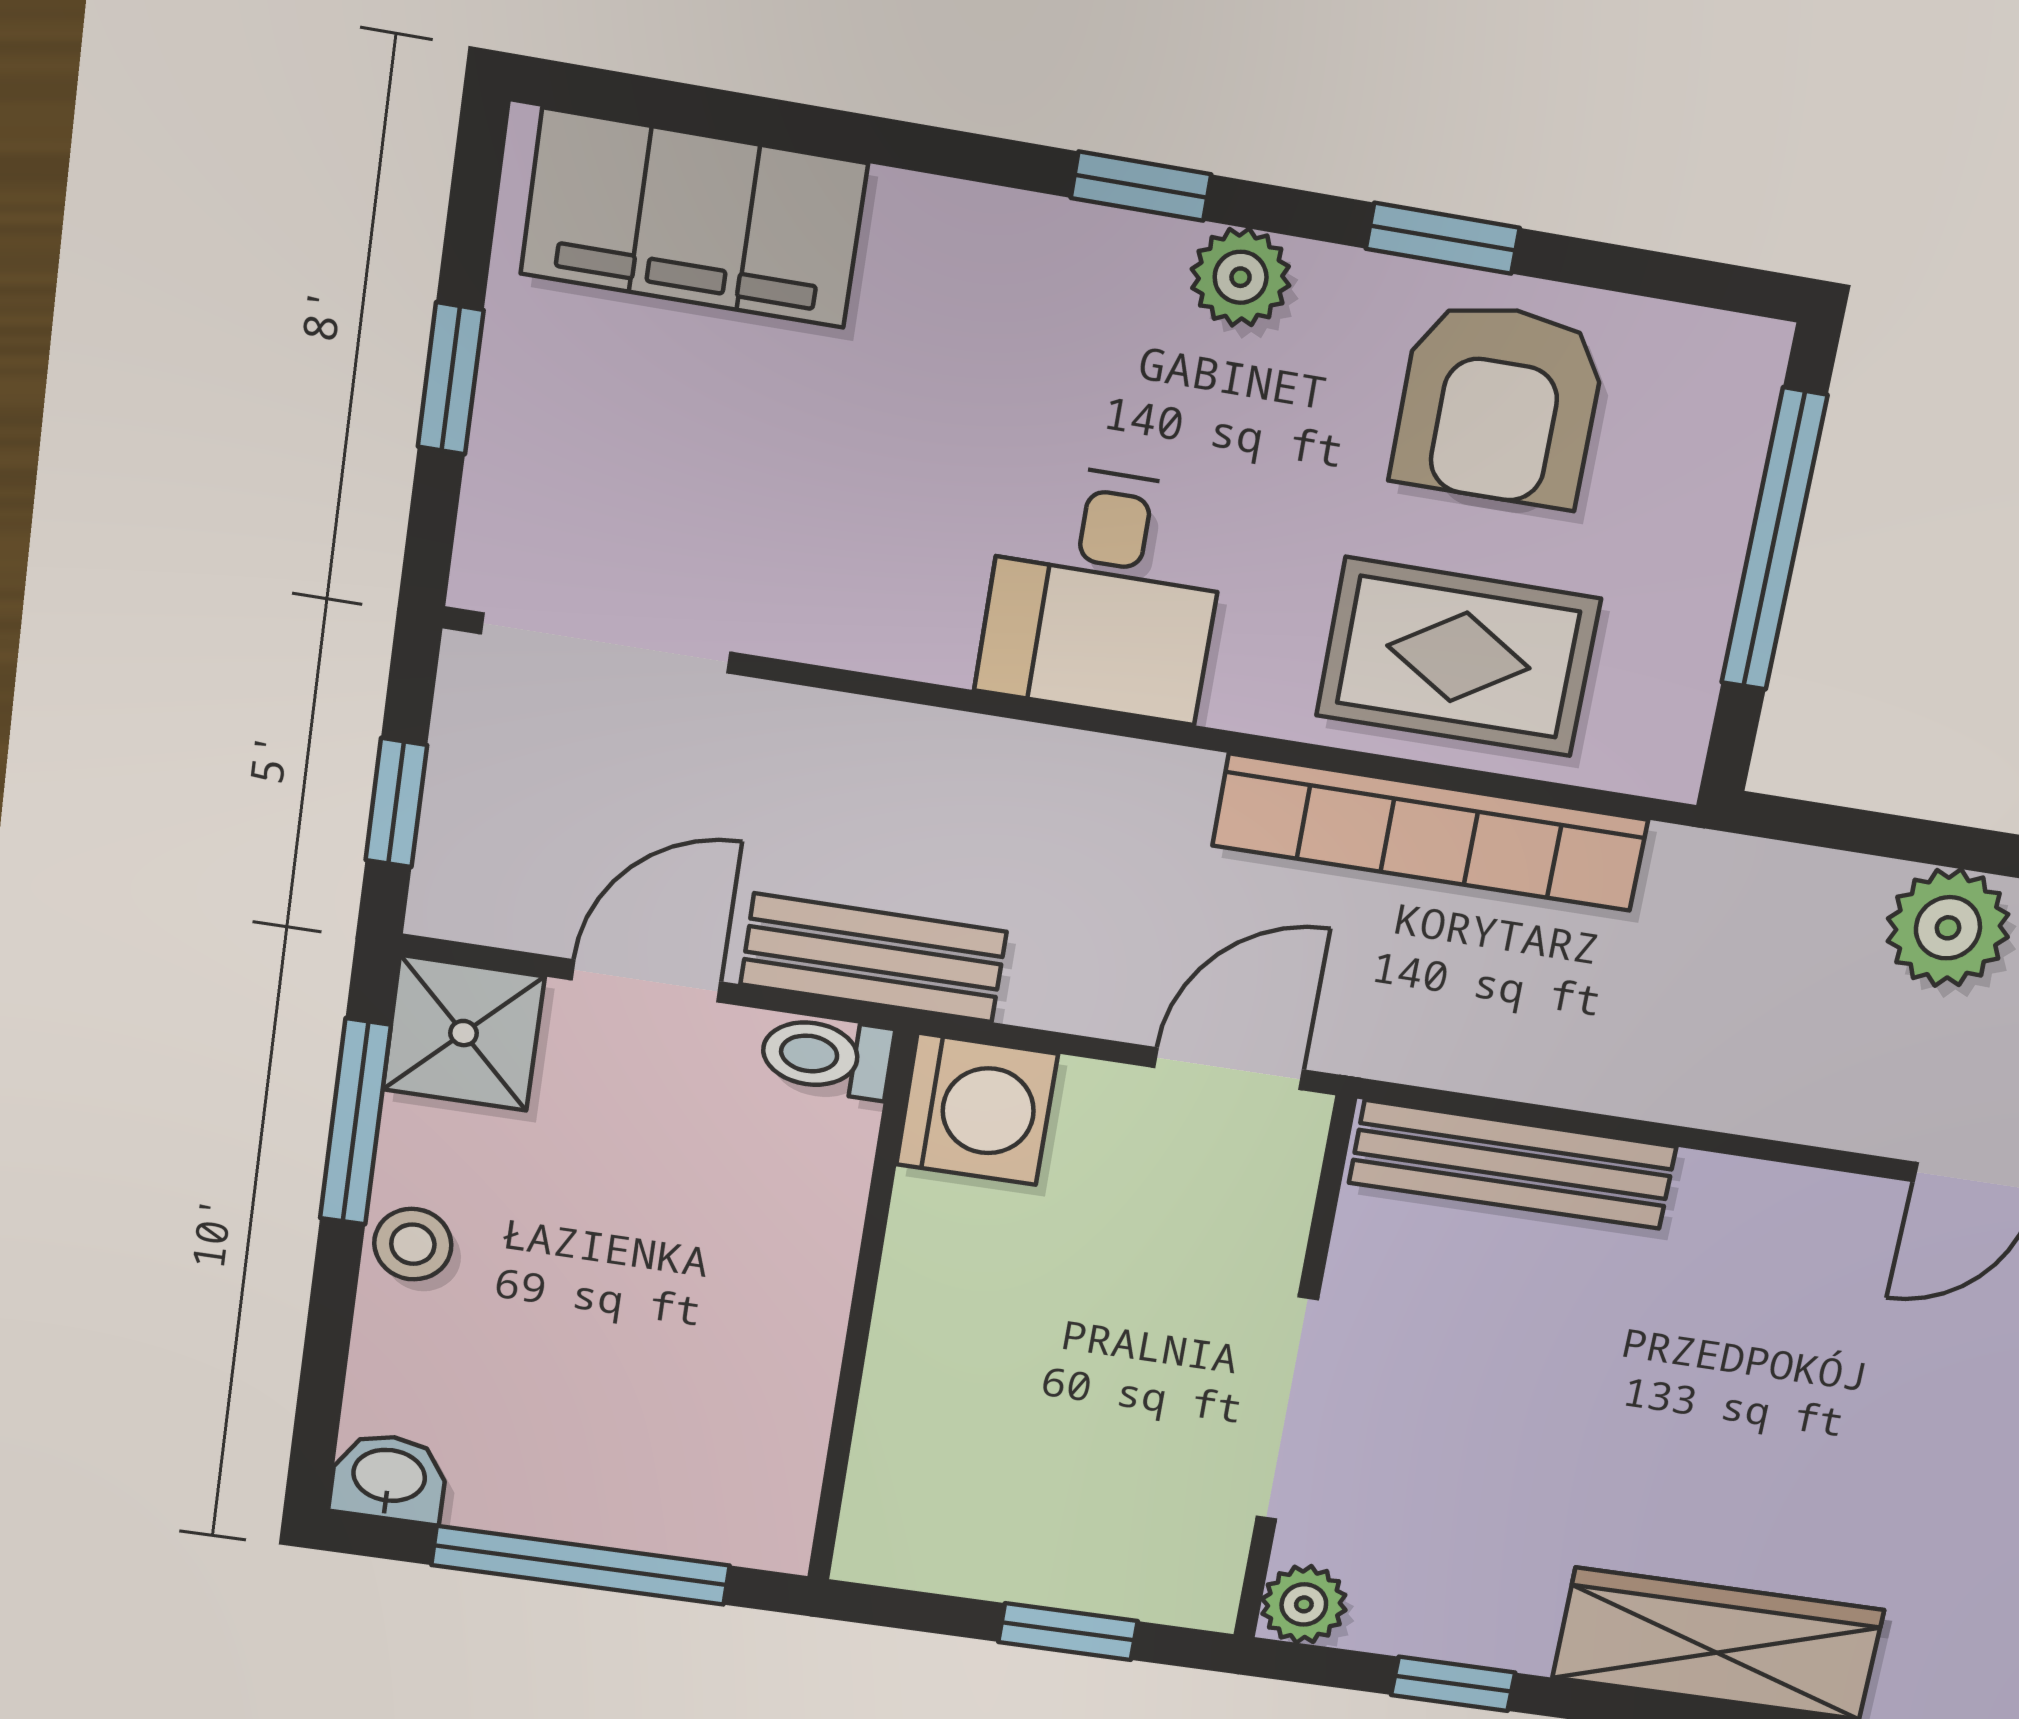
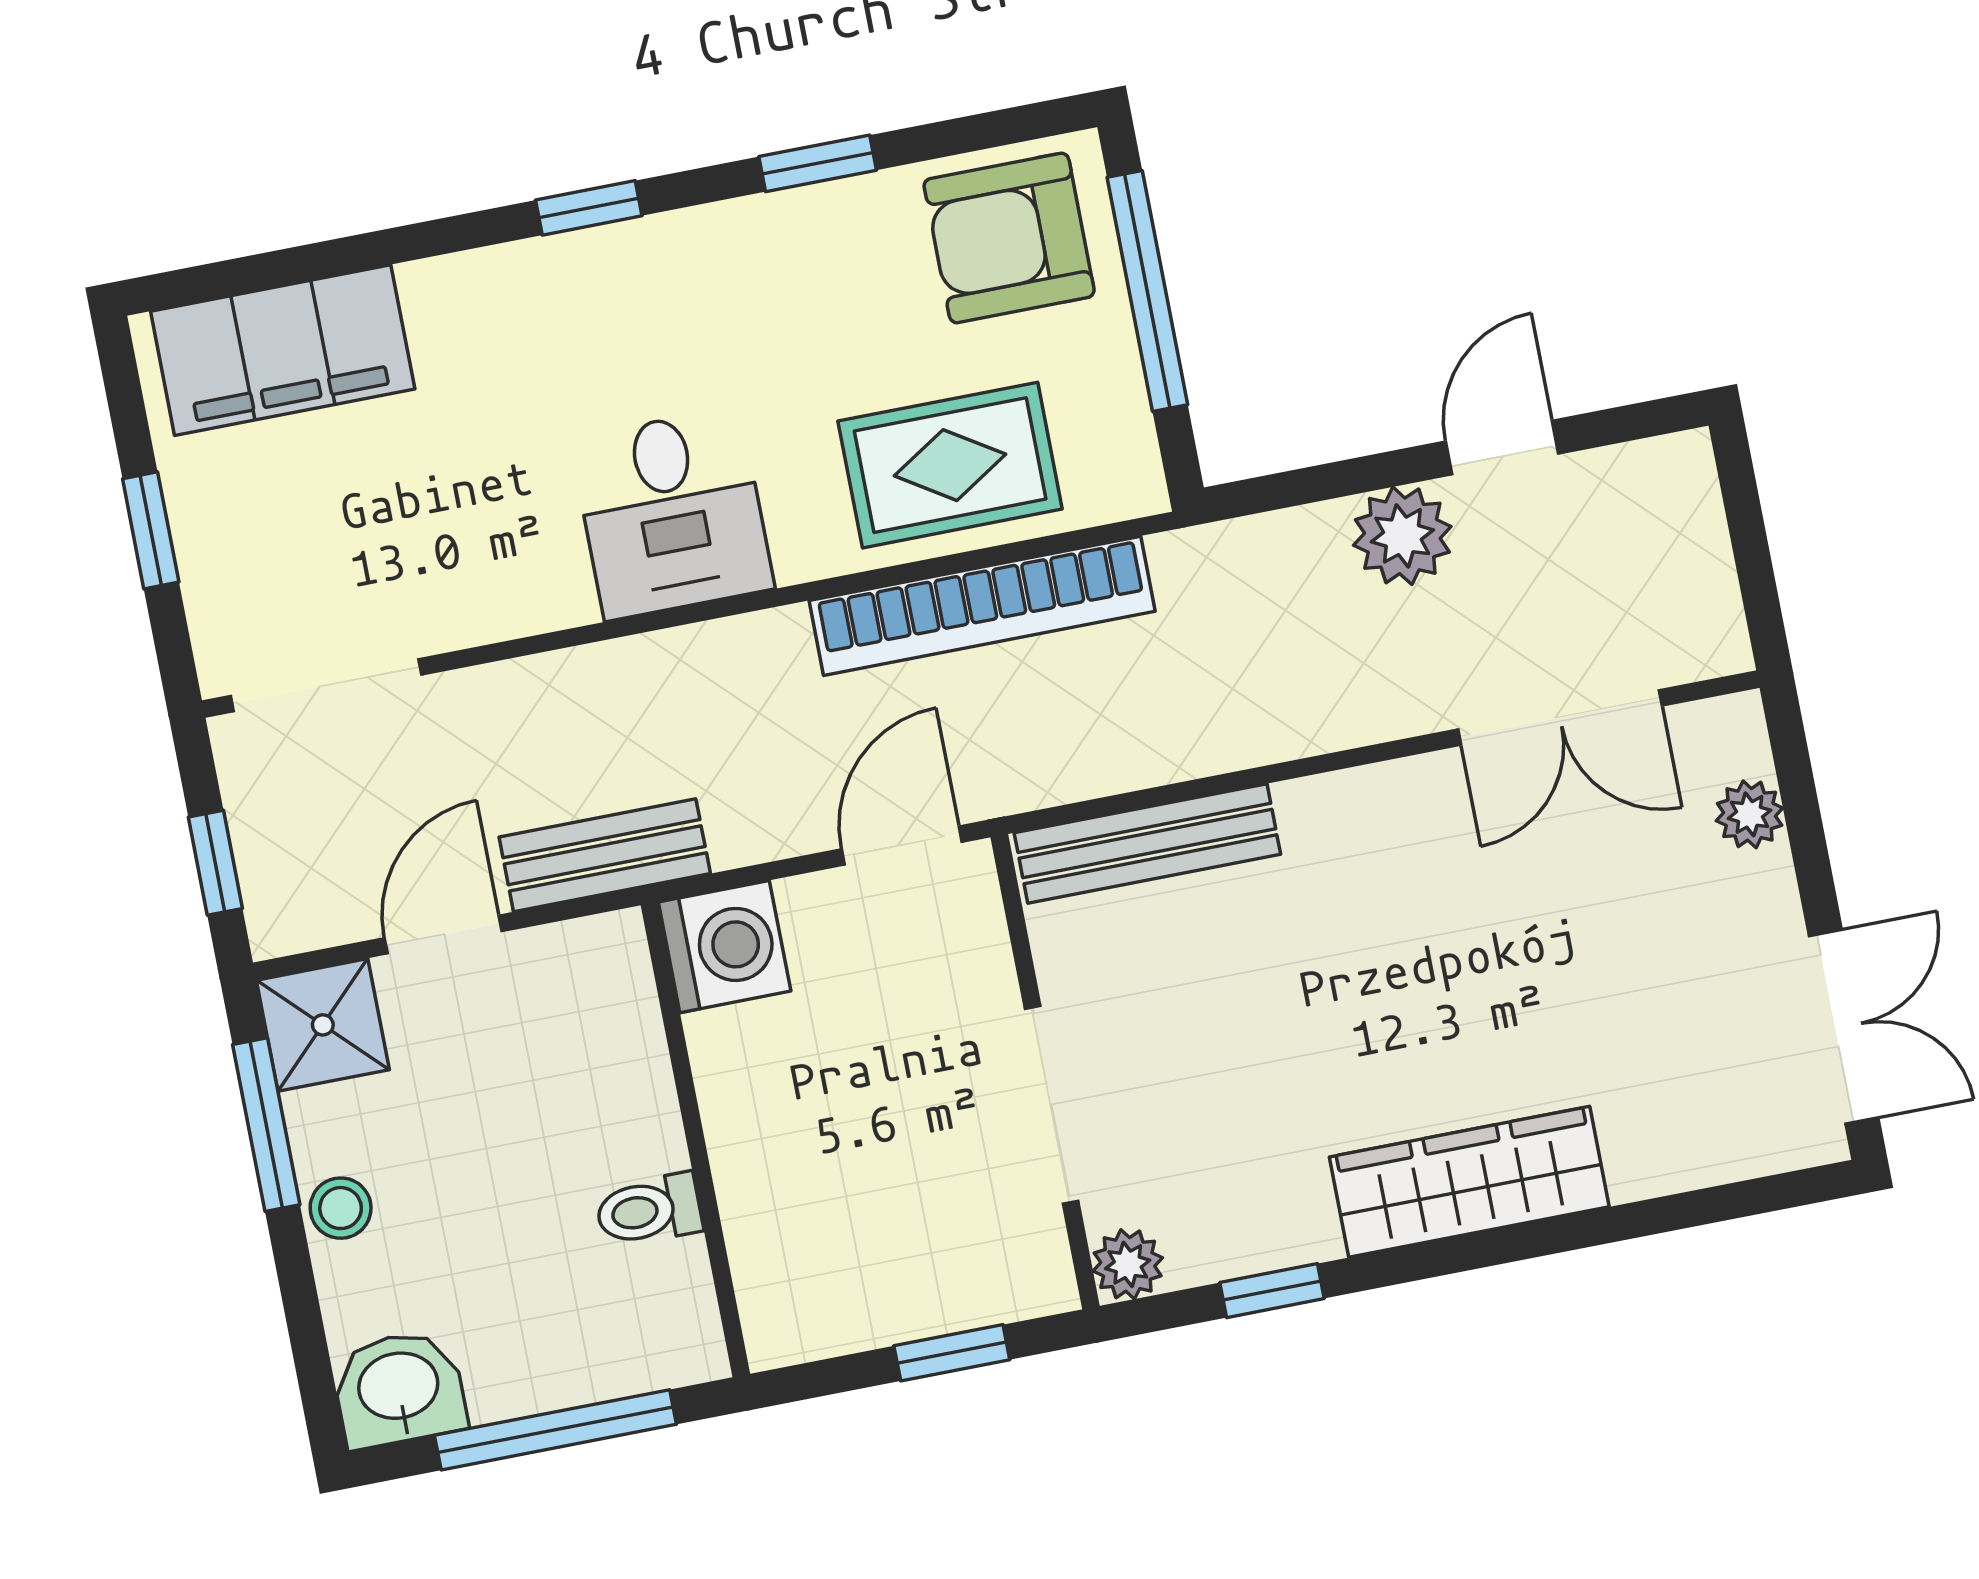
plant: (1241, 277) -> (684, 246), removed
armchair: (1499, 404) -> (1009, 238), moved, turned 90
toilet: (827, 1056) -> (649, 1210), moved
washbasin: (389, 1478) -> (399, 1389), width x1.38, depth x1.45

